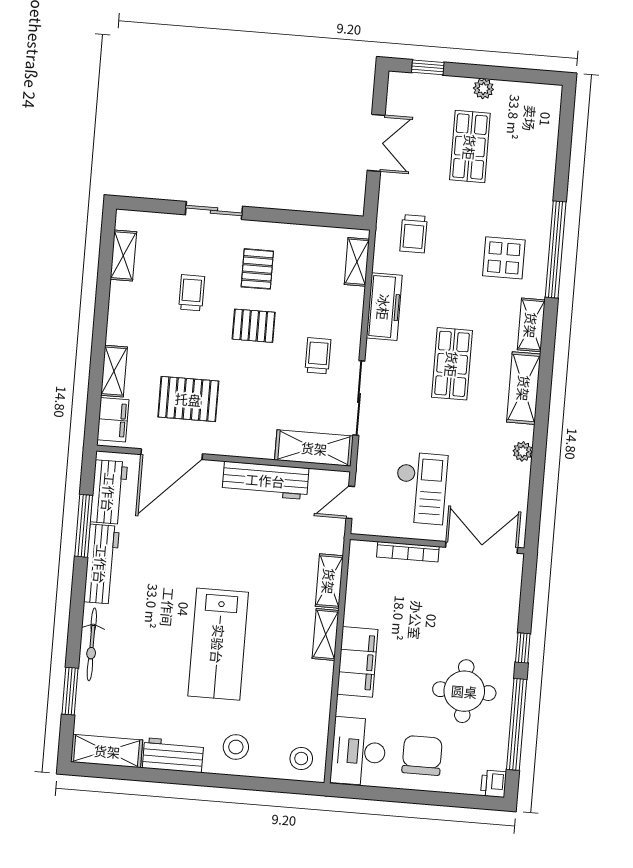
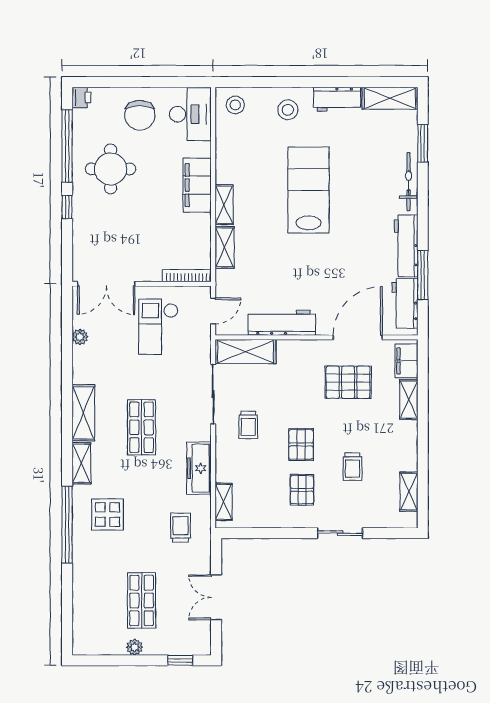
pallet: (254, 326) -> (301, 445), turned 90
plant: (523, 451) -> (80, 337), moved
bookcase: (408, 552) -> (187, 276), moved

